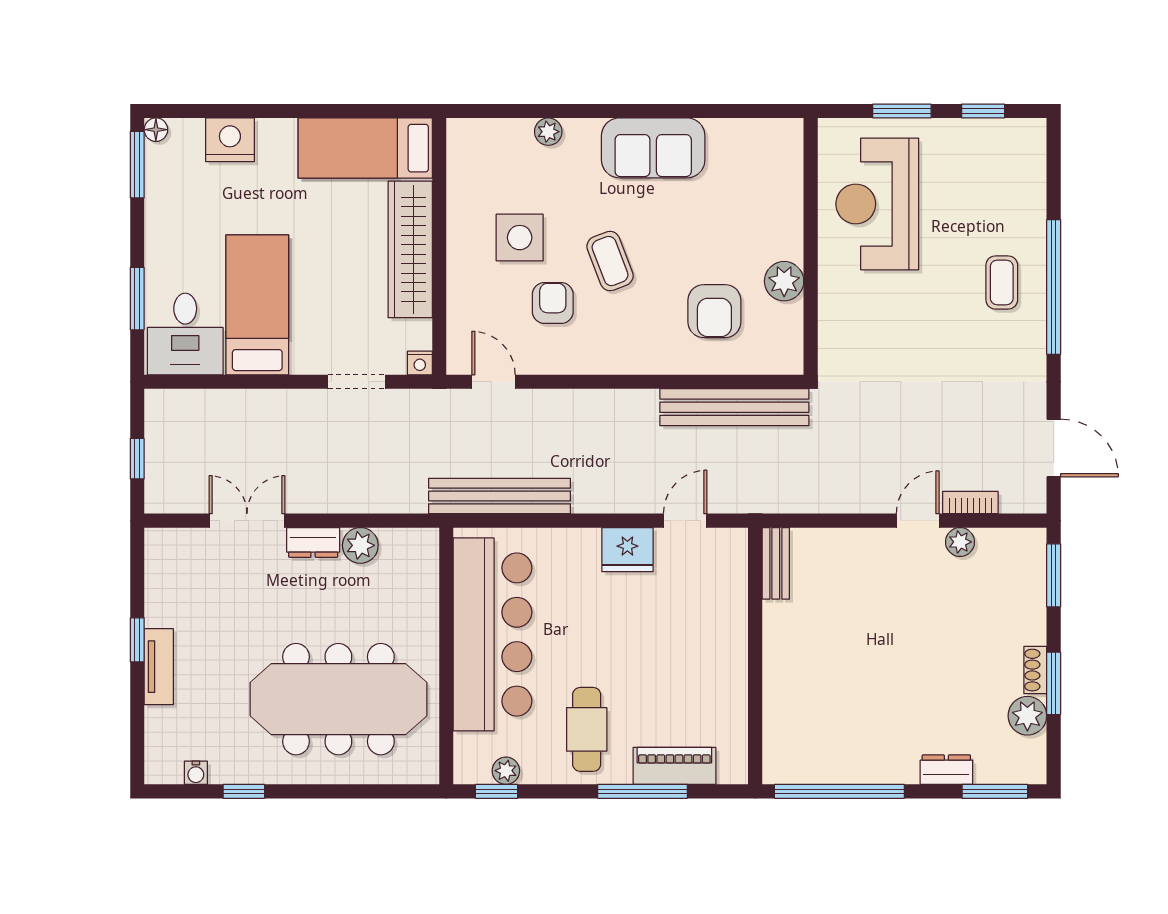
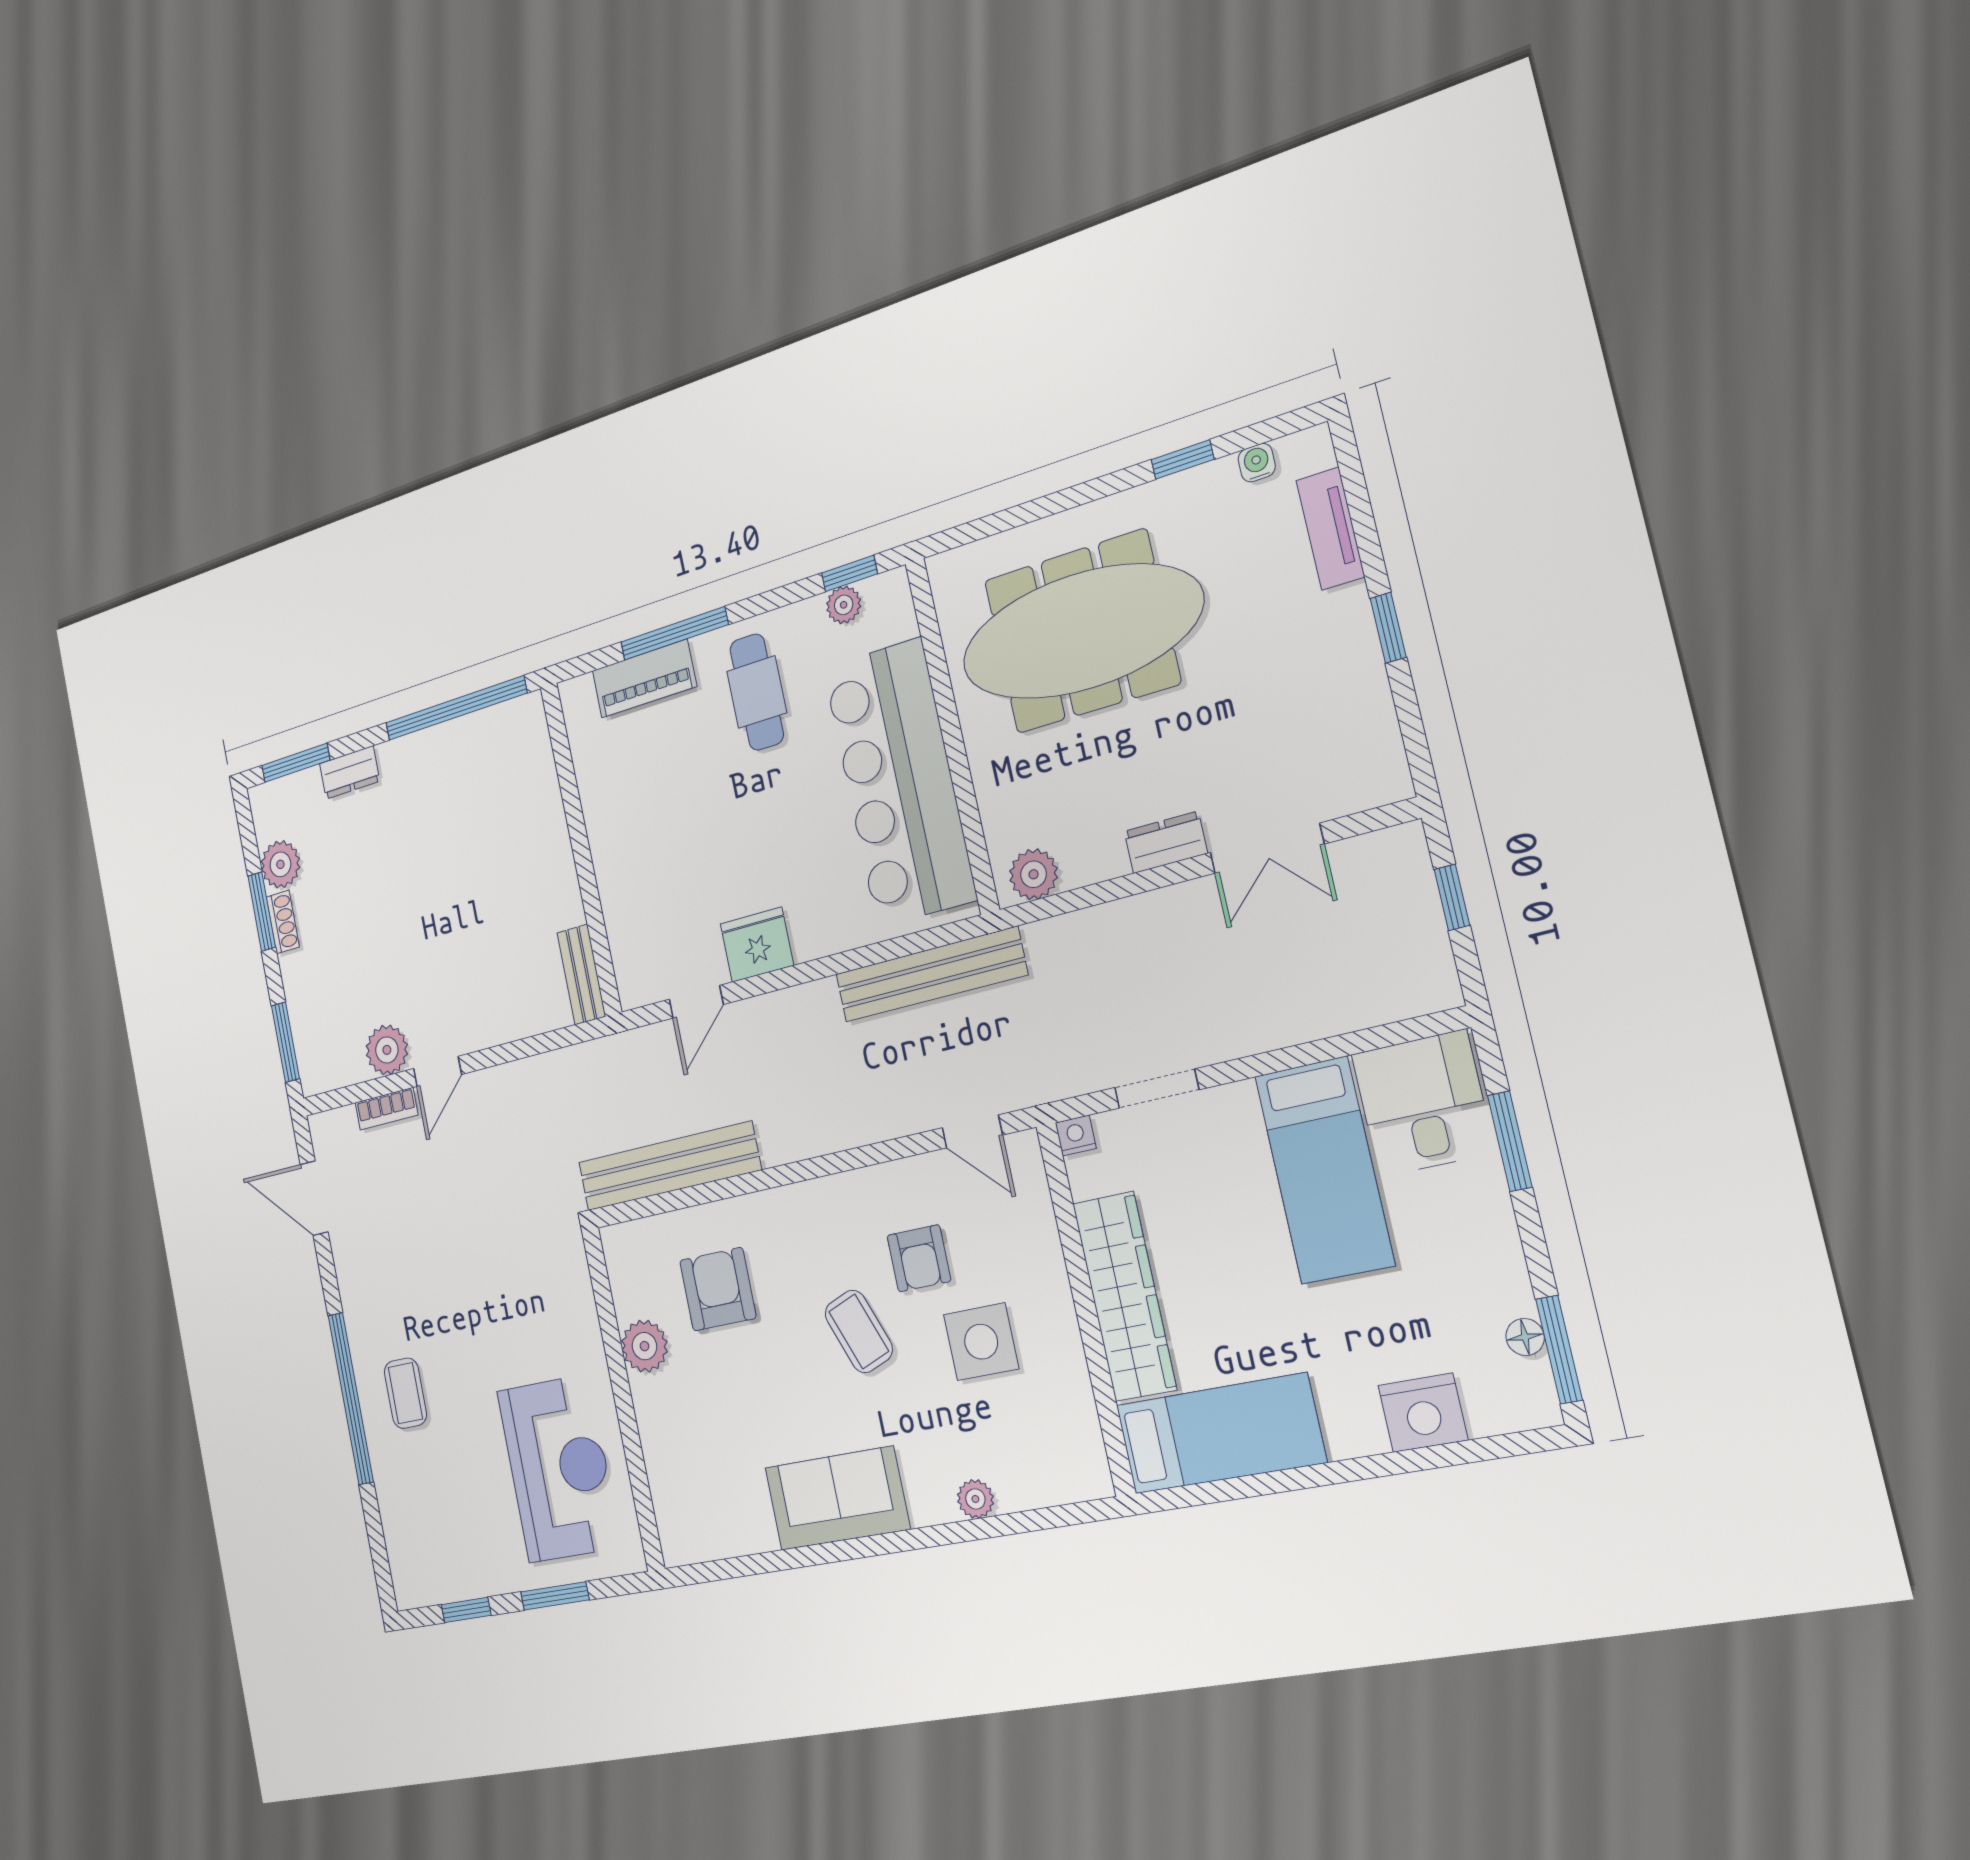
floor lamp: (156, 130) -> (1525, 1337), moved
plant: (960, 542) -> (387, 1050), width x1.38, depth x1.38
plant: (360, 545) -> (1034, 874), moved
tv unit: (159, 667) -> (1330, 529), moved

